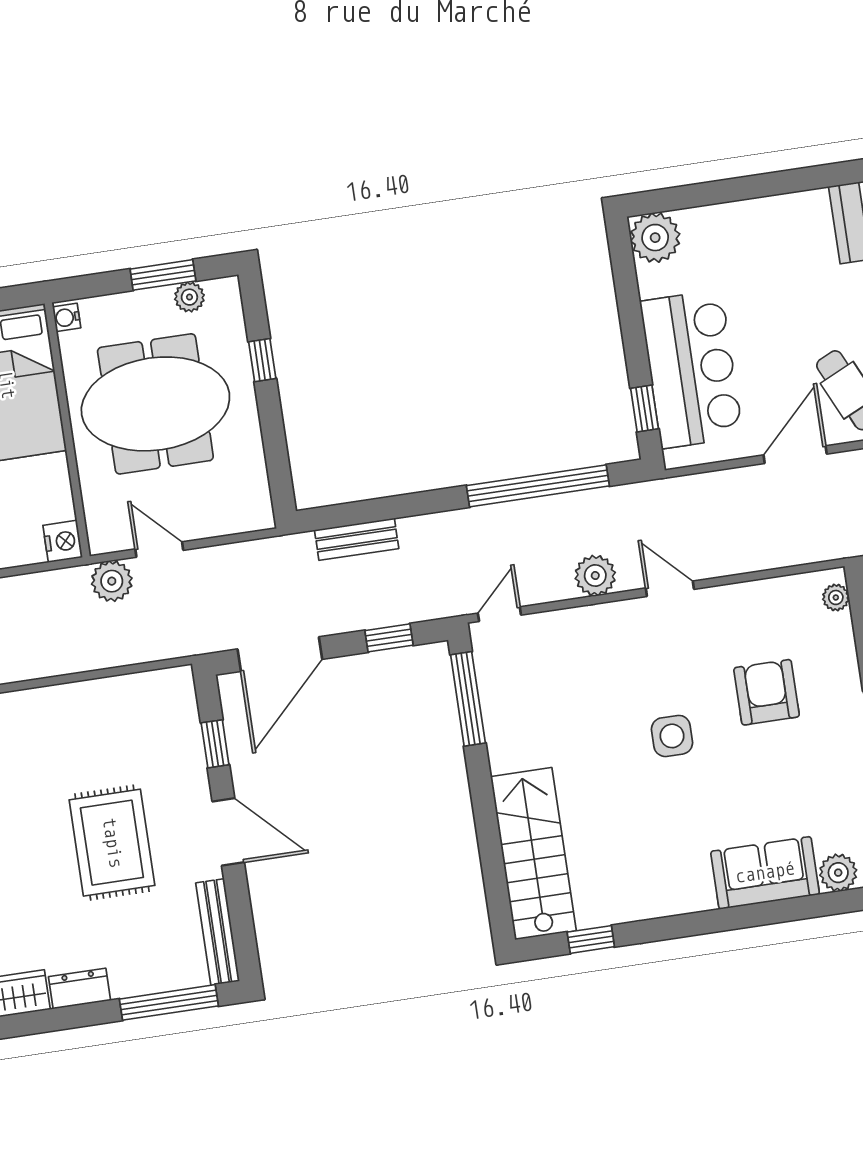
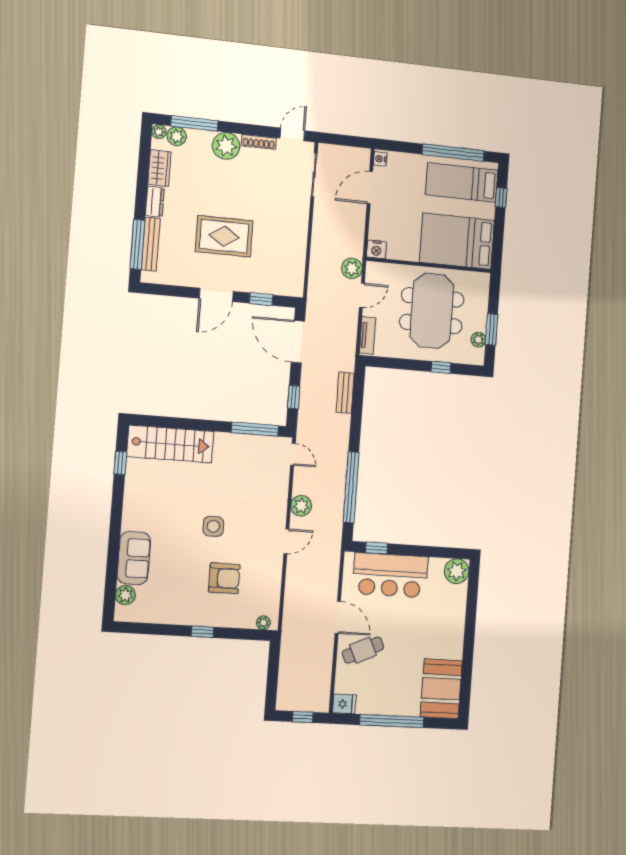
water cooler: (67, 317) -> (482, 278), removed
tv unit: (235, 520) -> (368, 335), added
bench: (218, 932) -> (151, 244), moved, turned 90

